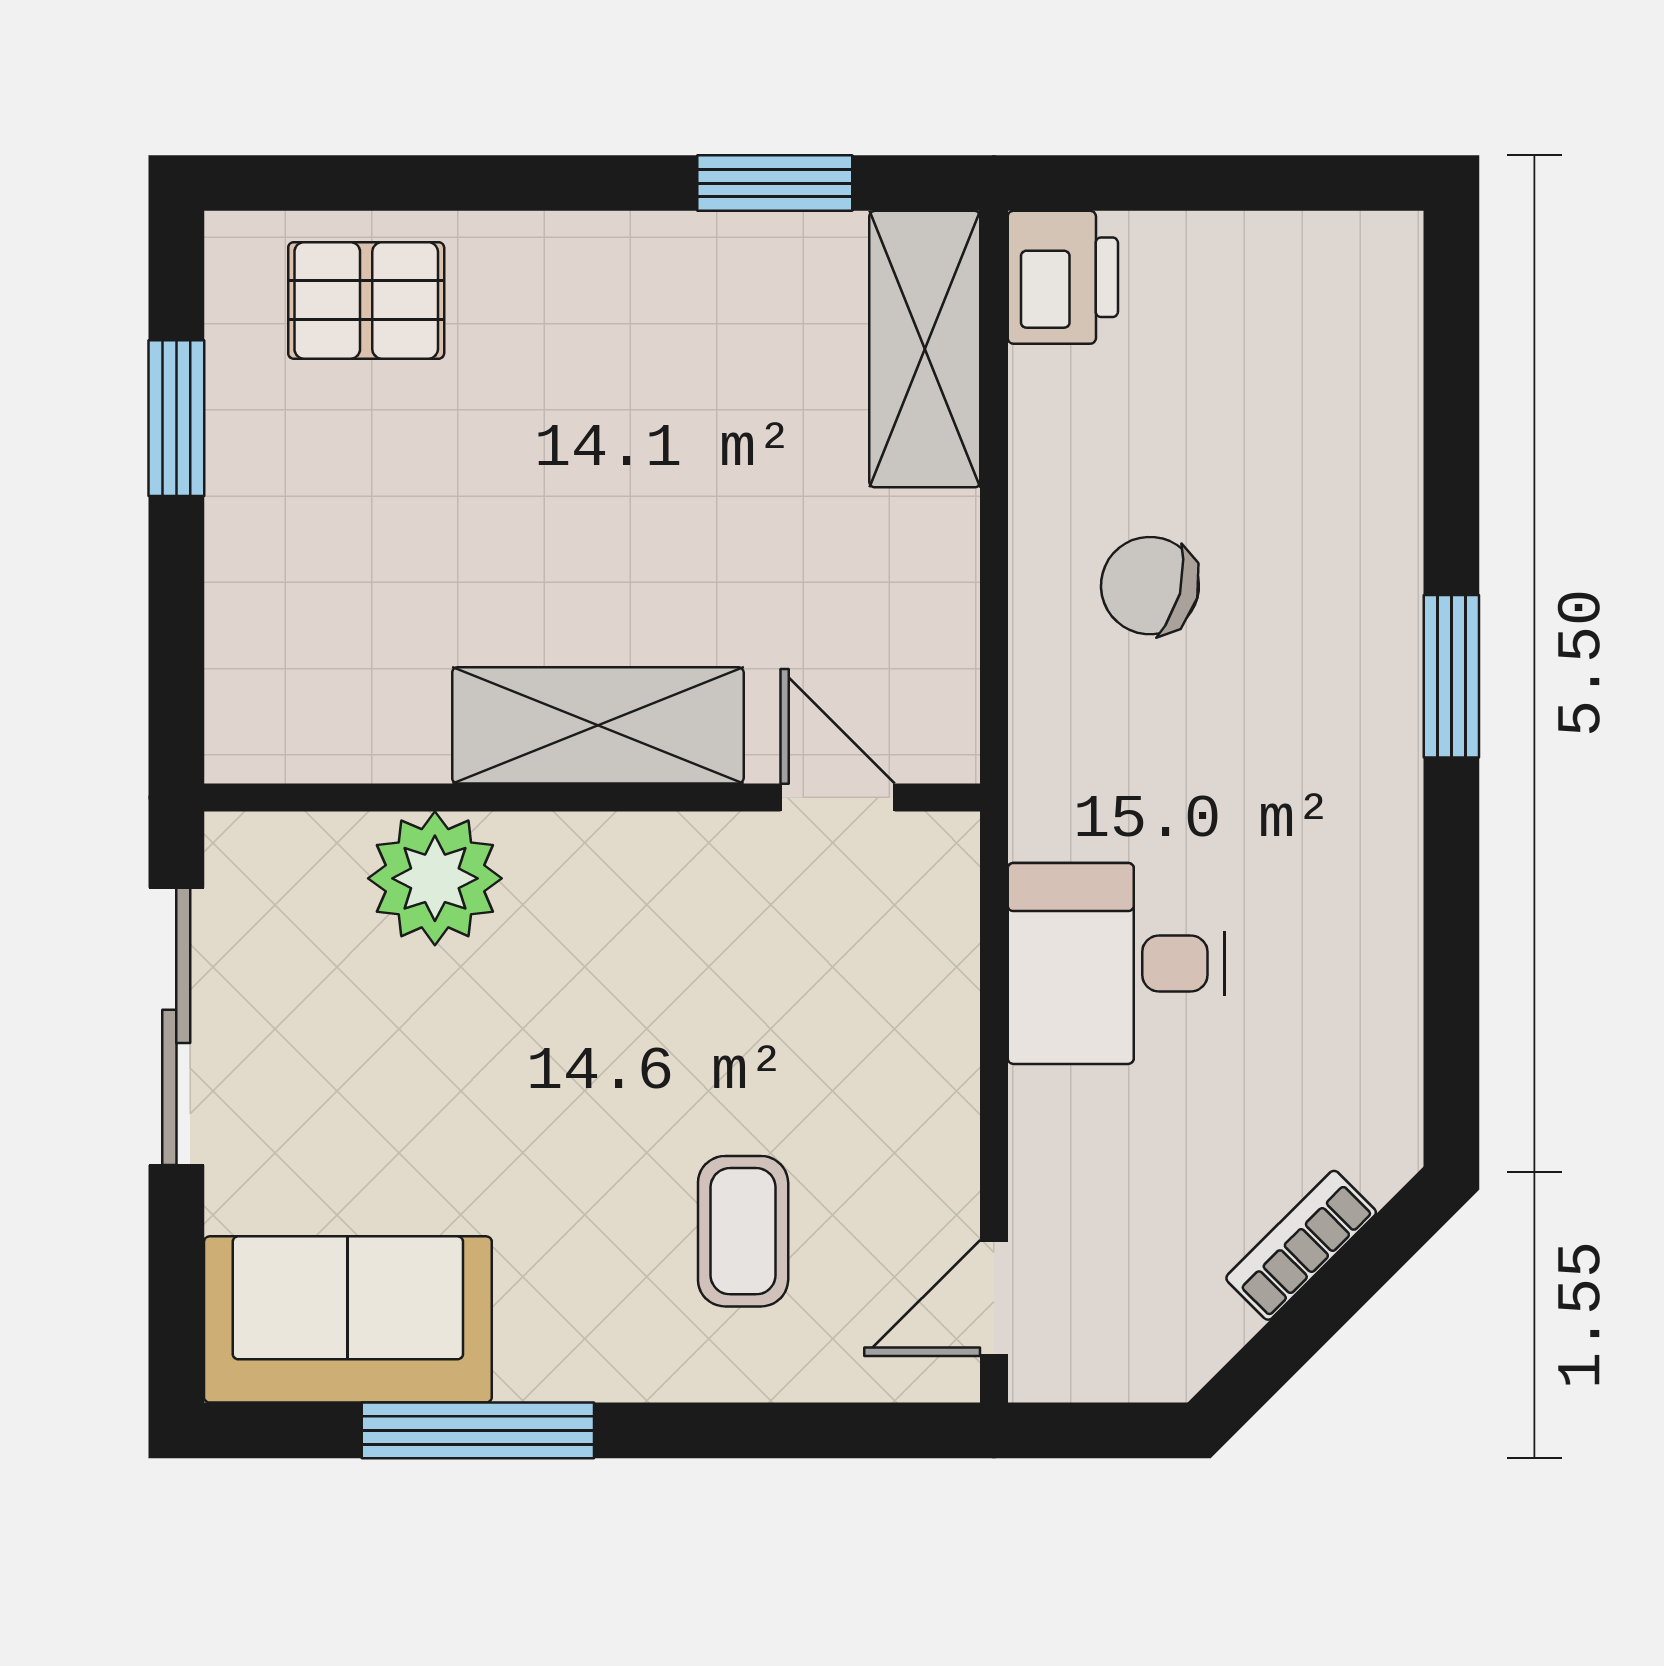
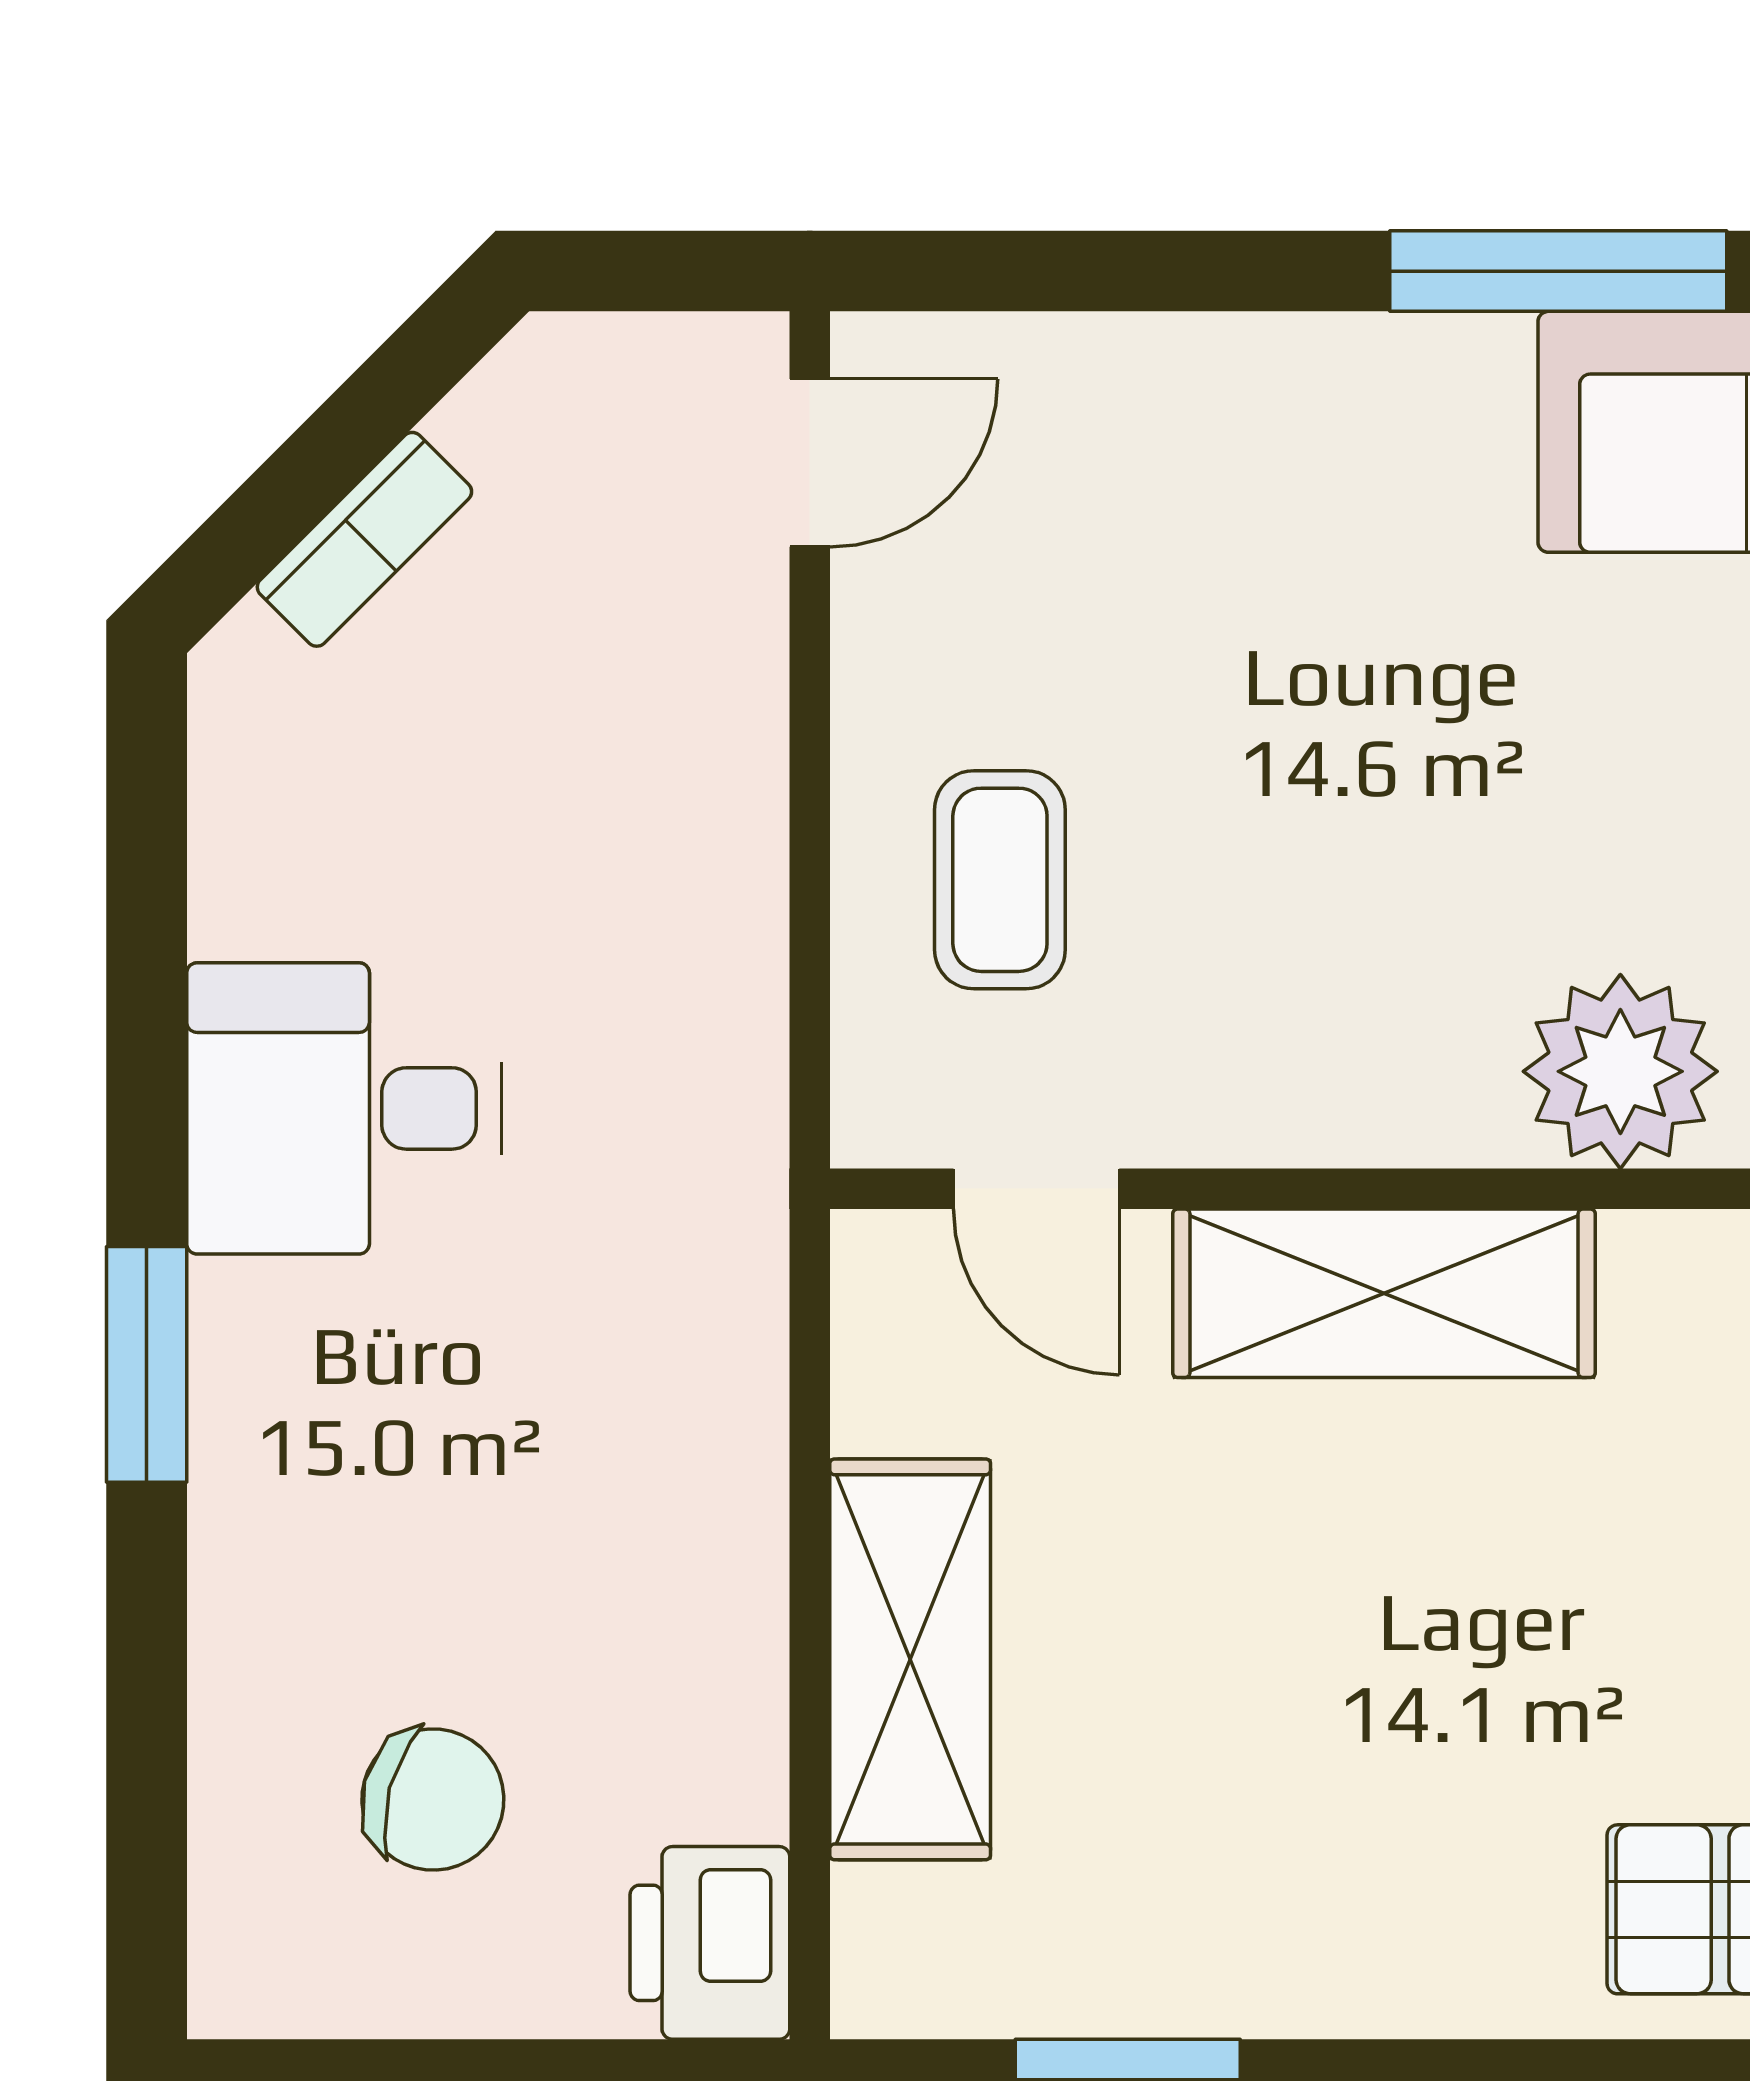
shelving: (925, 349) -> (910, 1659), moved
chair: (1150, 586) -> (433, 1799), moved
desk: (1116, 963) -> (344, 1108), moved, turned 180
coffee table: (743, 1231) -> (1000, 880), moved

